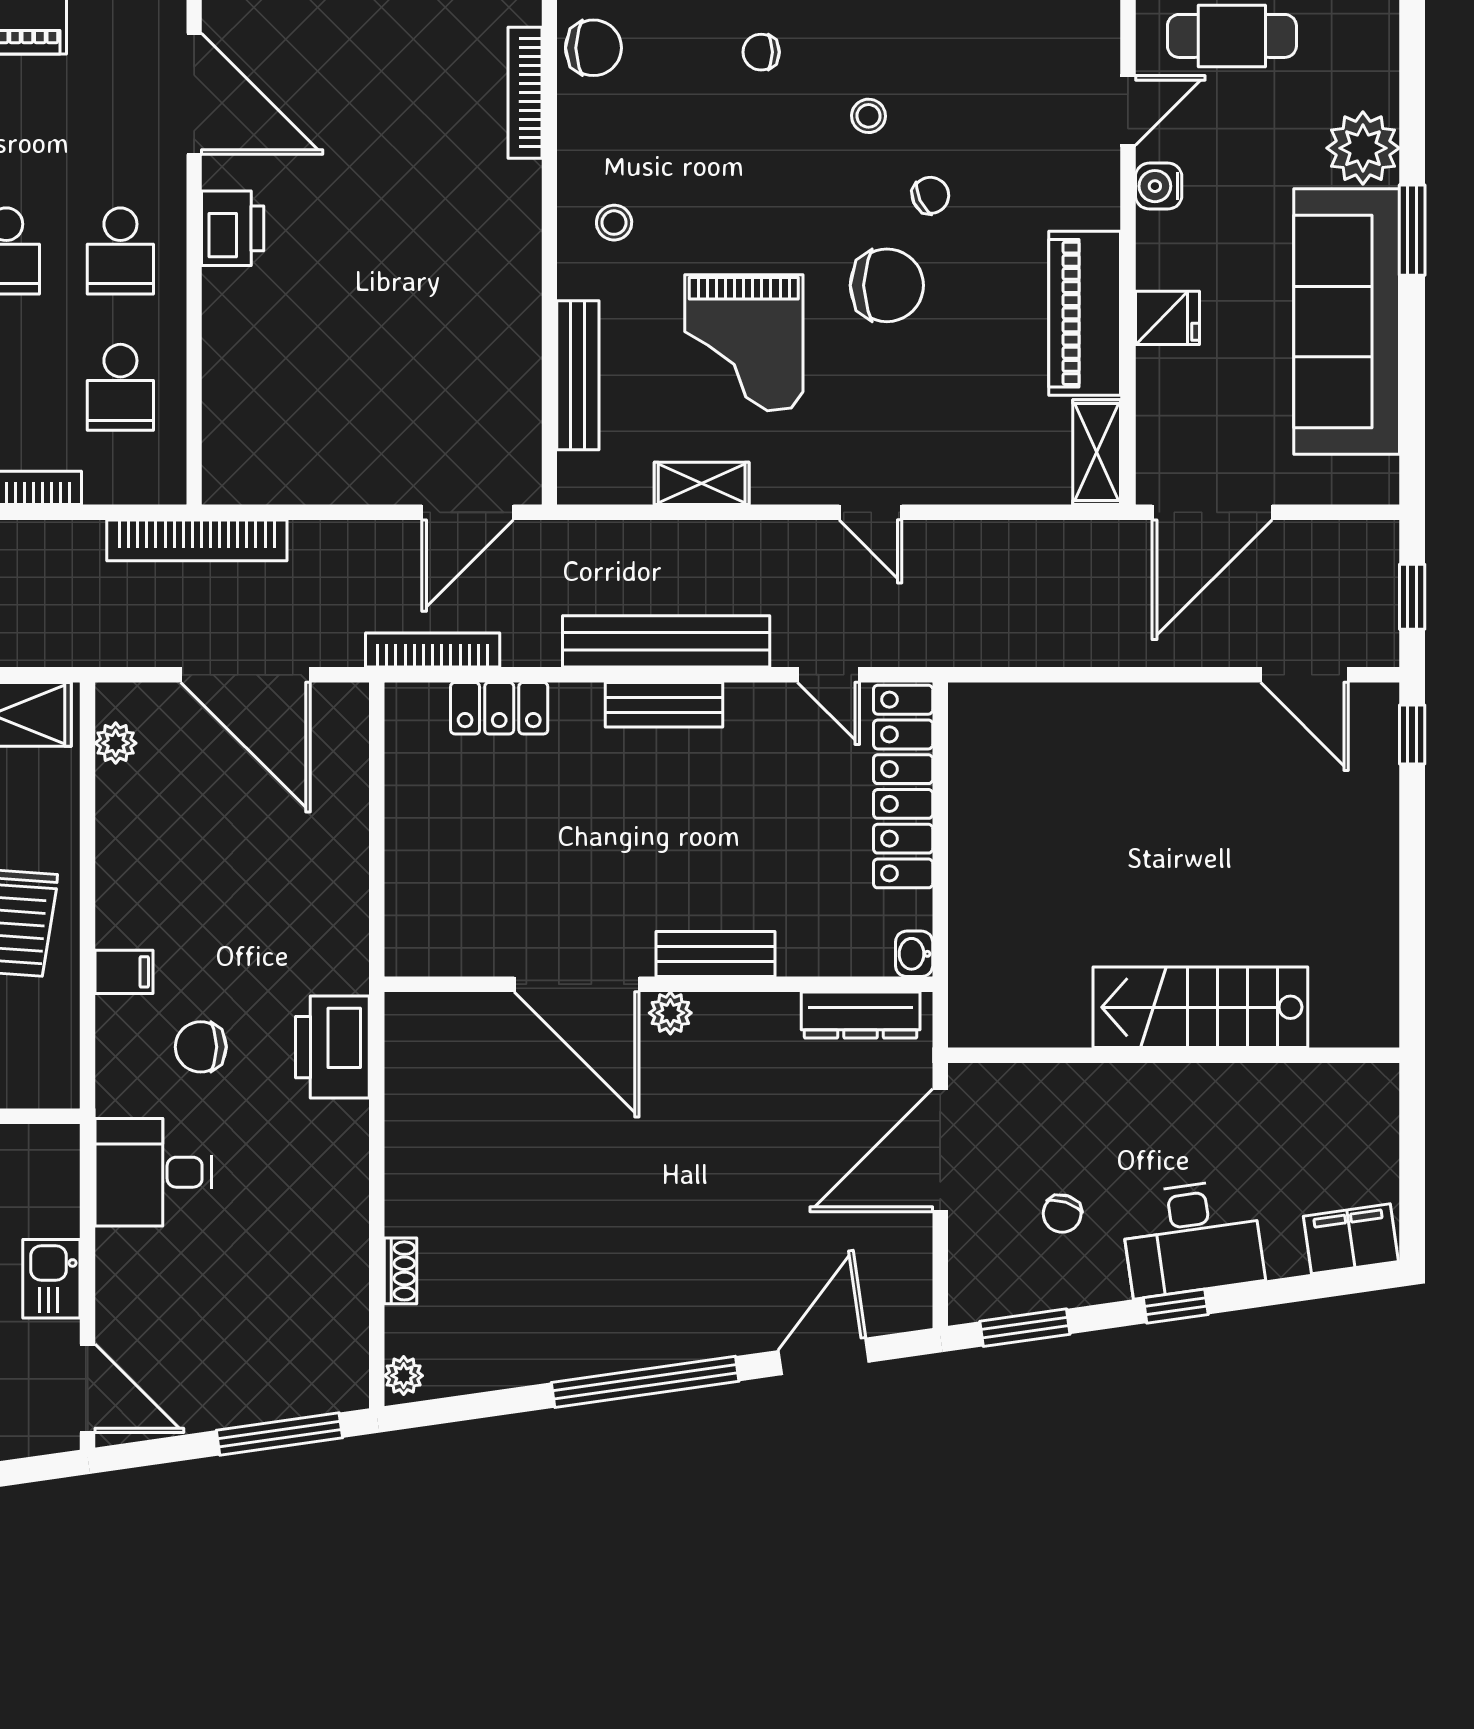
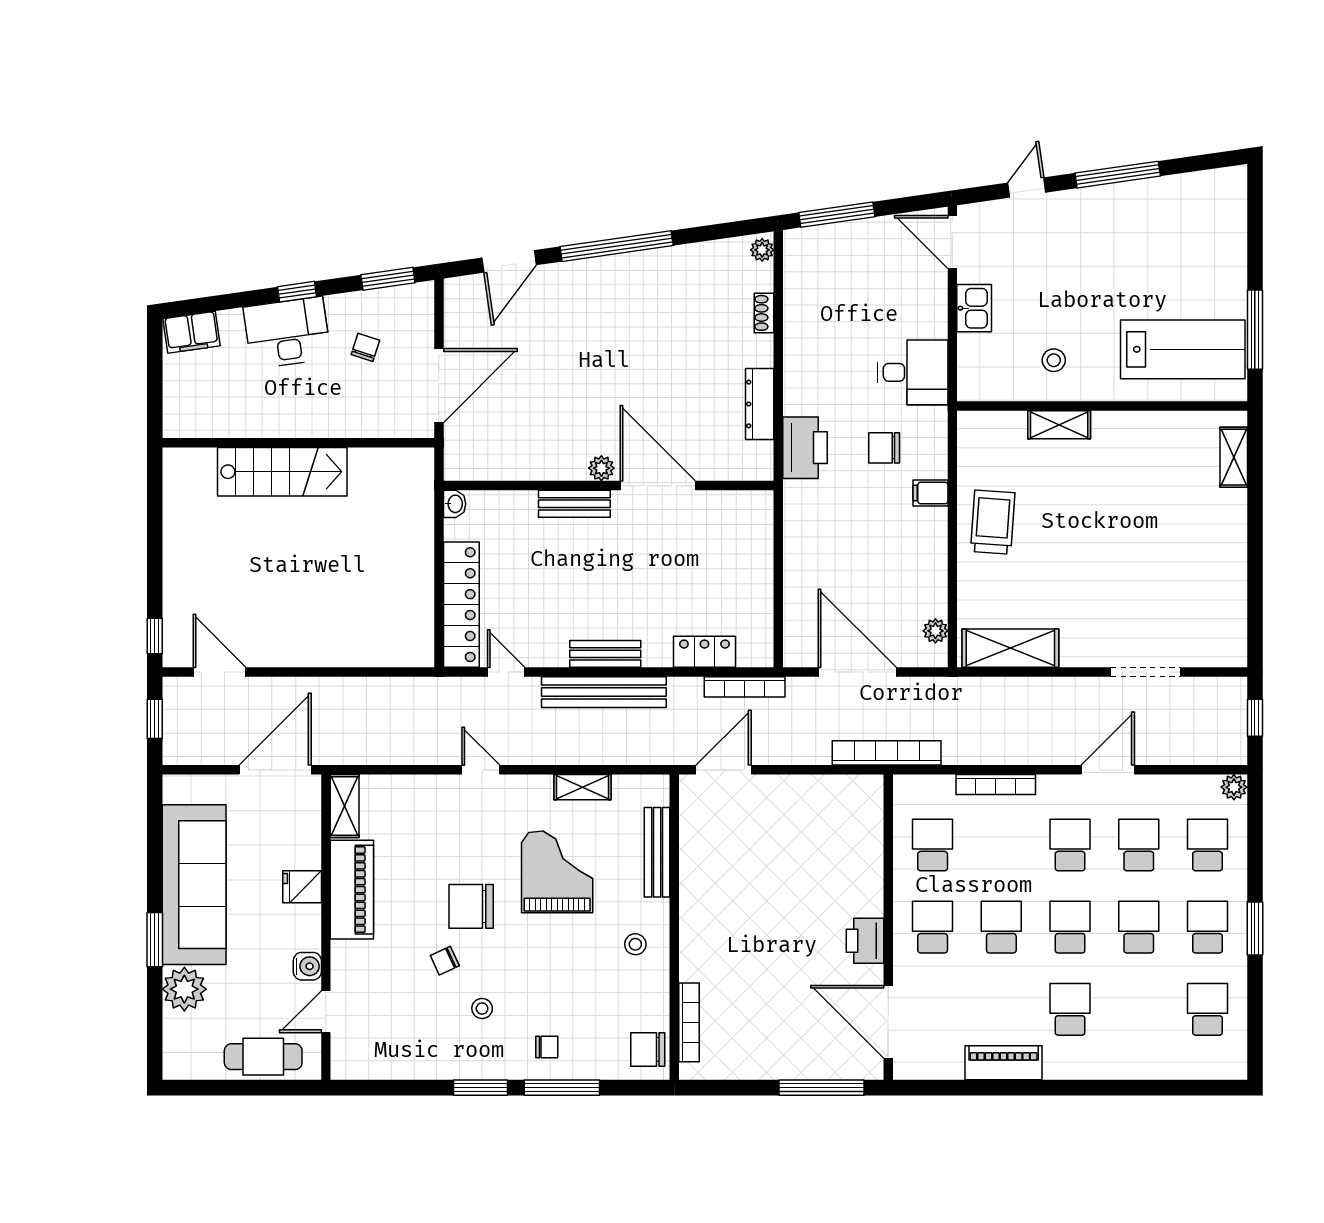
dresser: (861, 1015) -> (760, 404), moved, turned -90
chair: (201, 1047) -> (884, 448), turned 180

